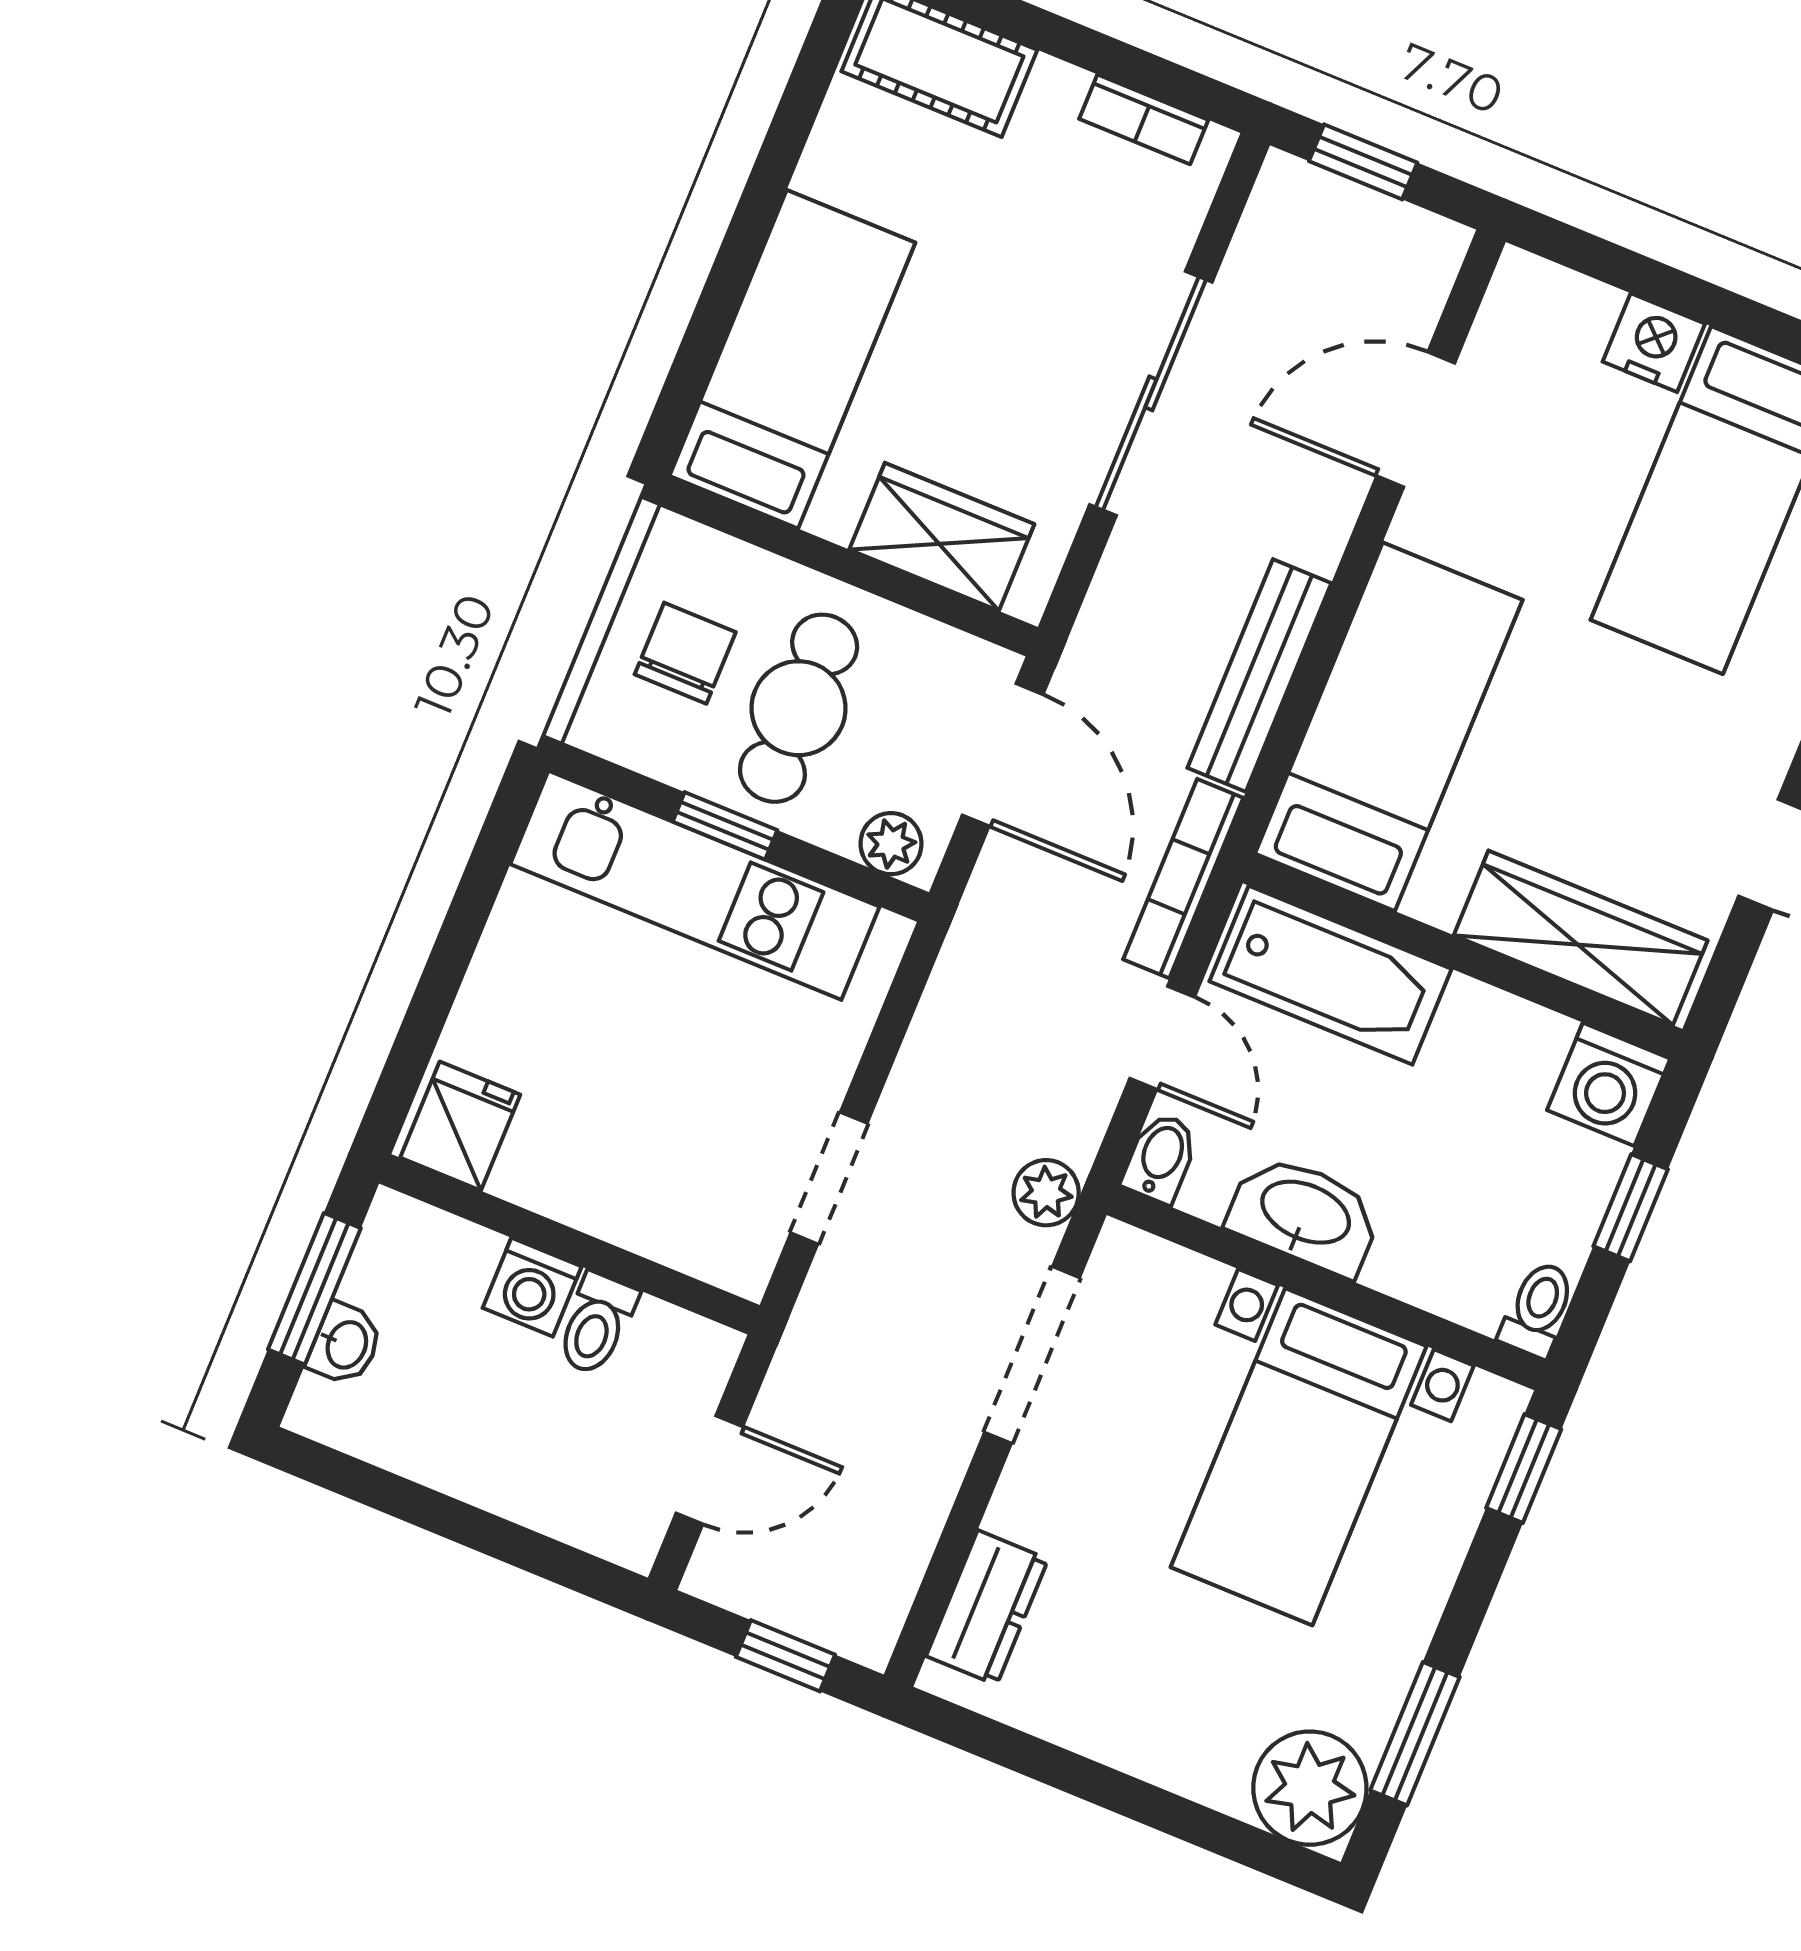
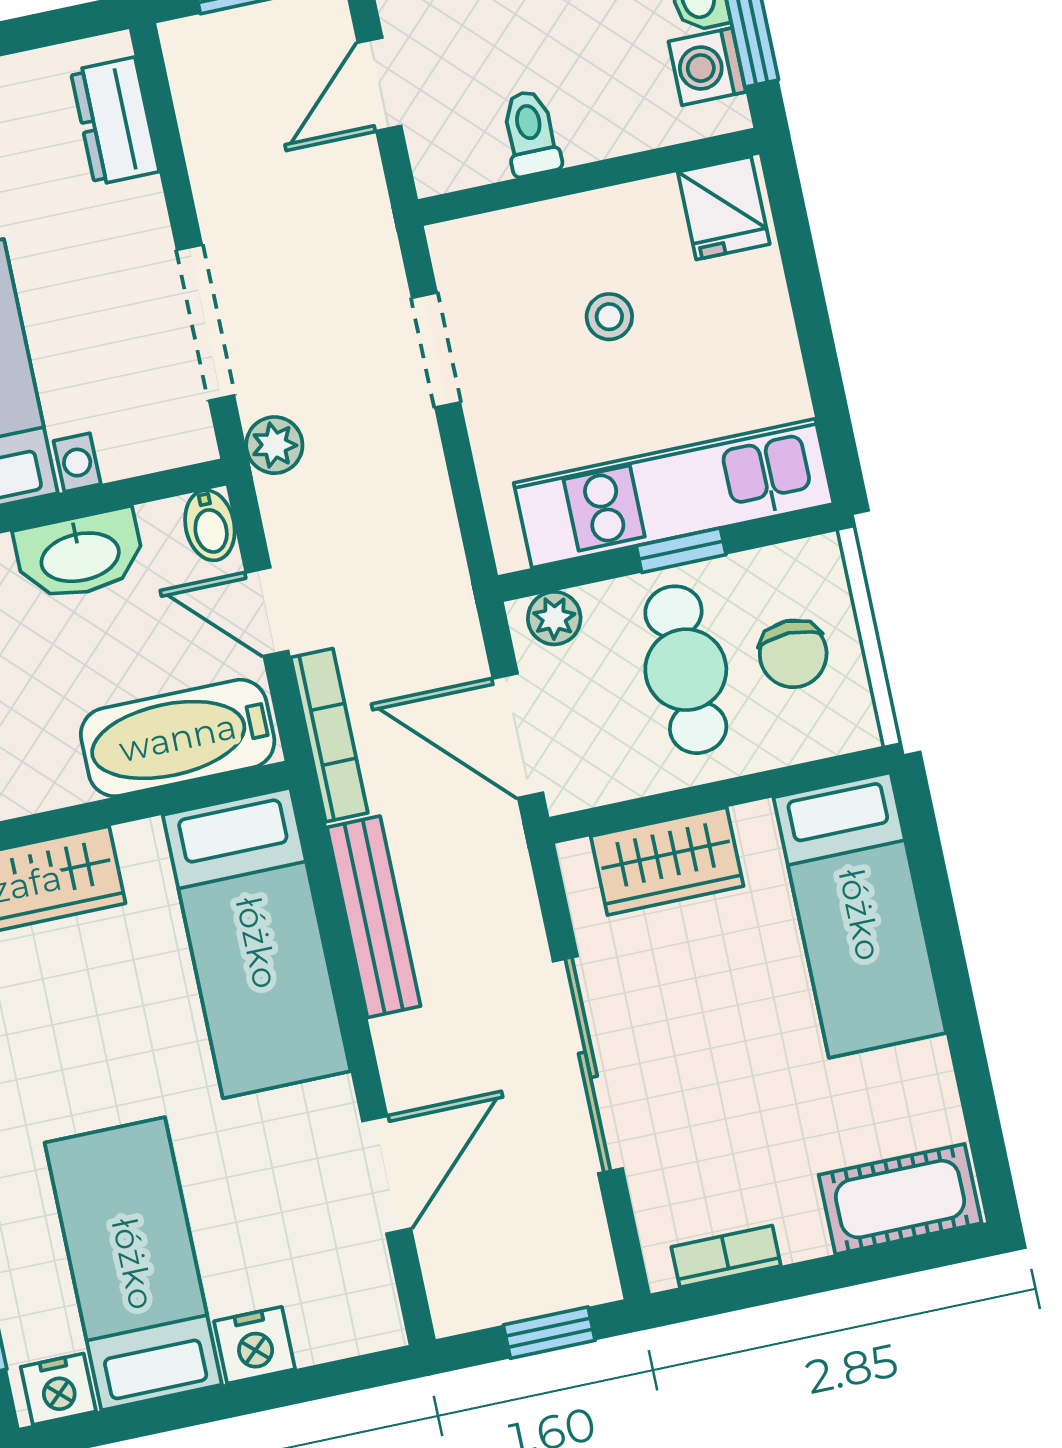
stool: (641, 1097) -> (609, 317), added
washing machine: (532, 1287) -> (707, 67), moved, turned -90

